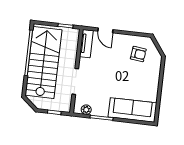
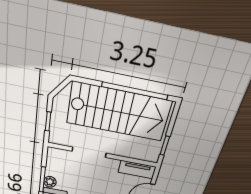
plant: (86, 110) -> (50, 182), moved

